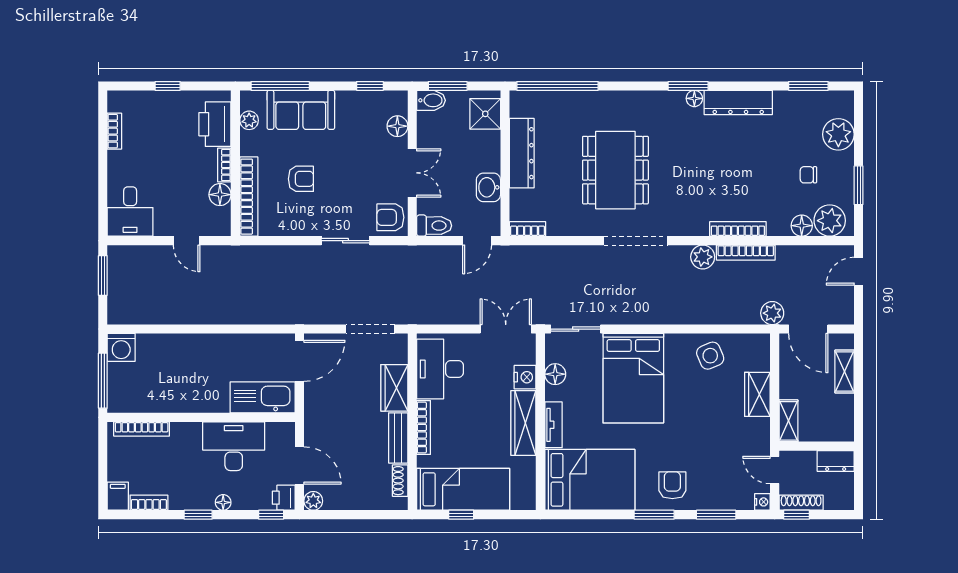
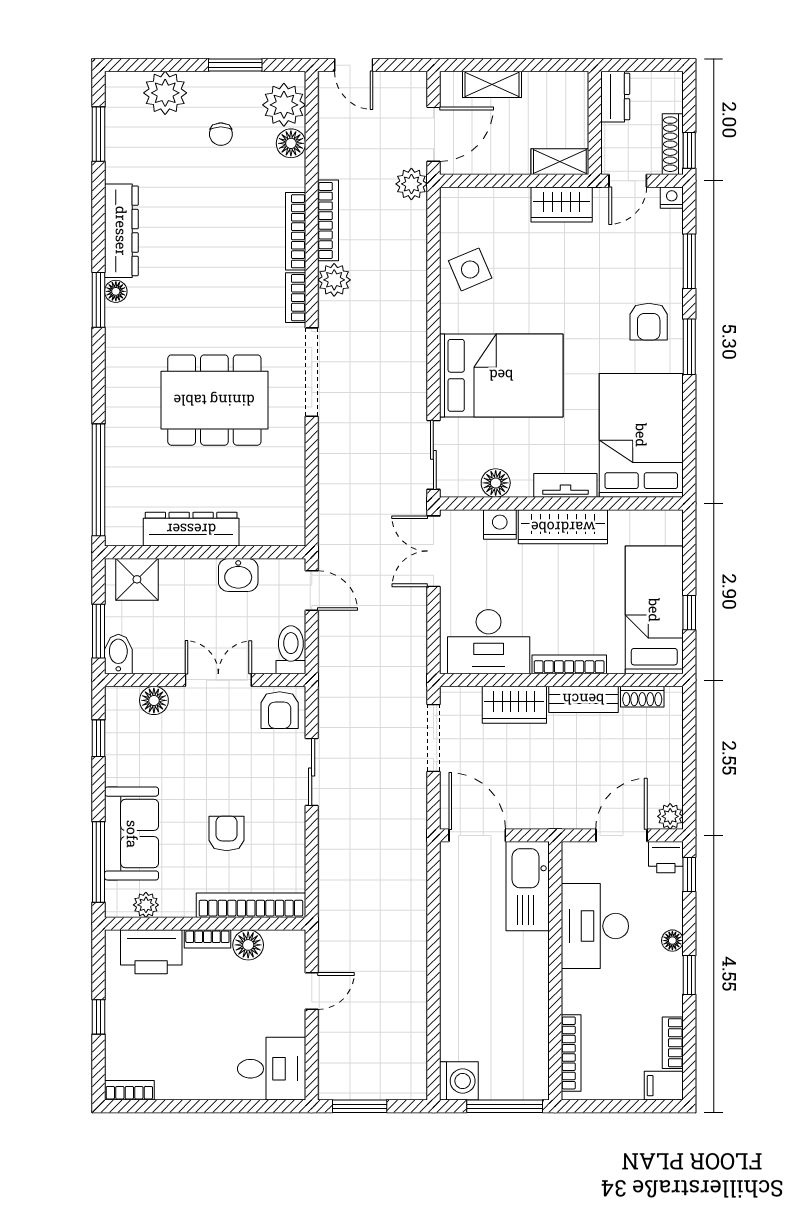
bookcase: (114, 131) -> (129, 1090), moved
bookcase: (528, 229) -> (296, 298), moved
wardrobe: (757, 394) -> (562, 204), moved
armchair: (672, 485) -> (649, 322), turned -90

